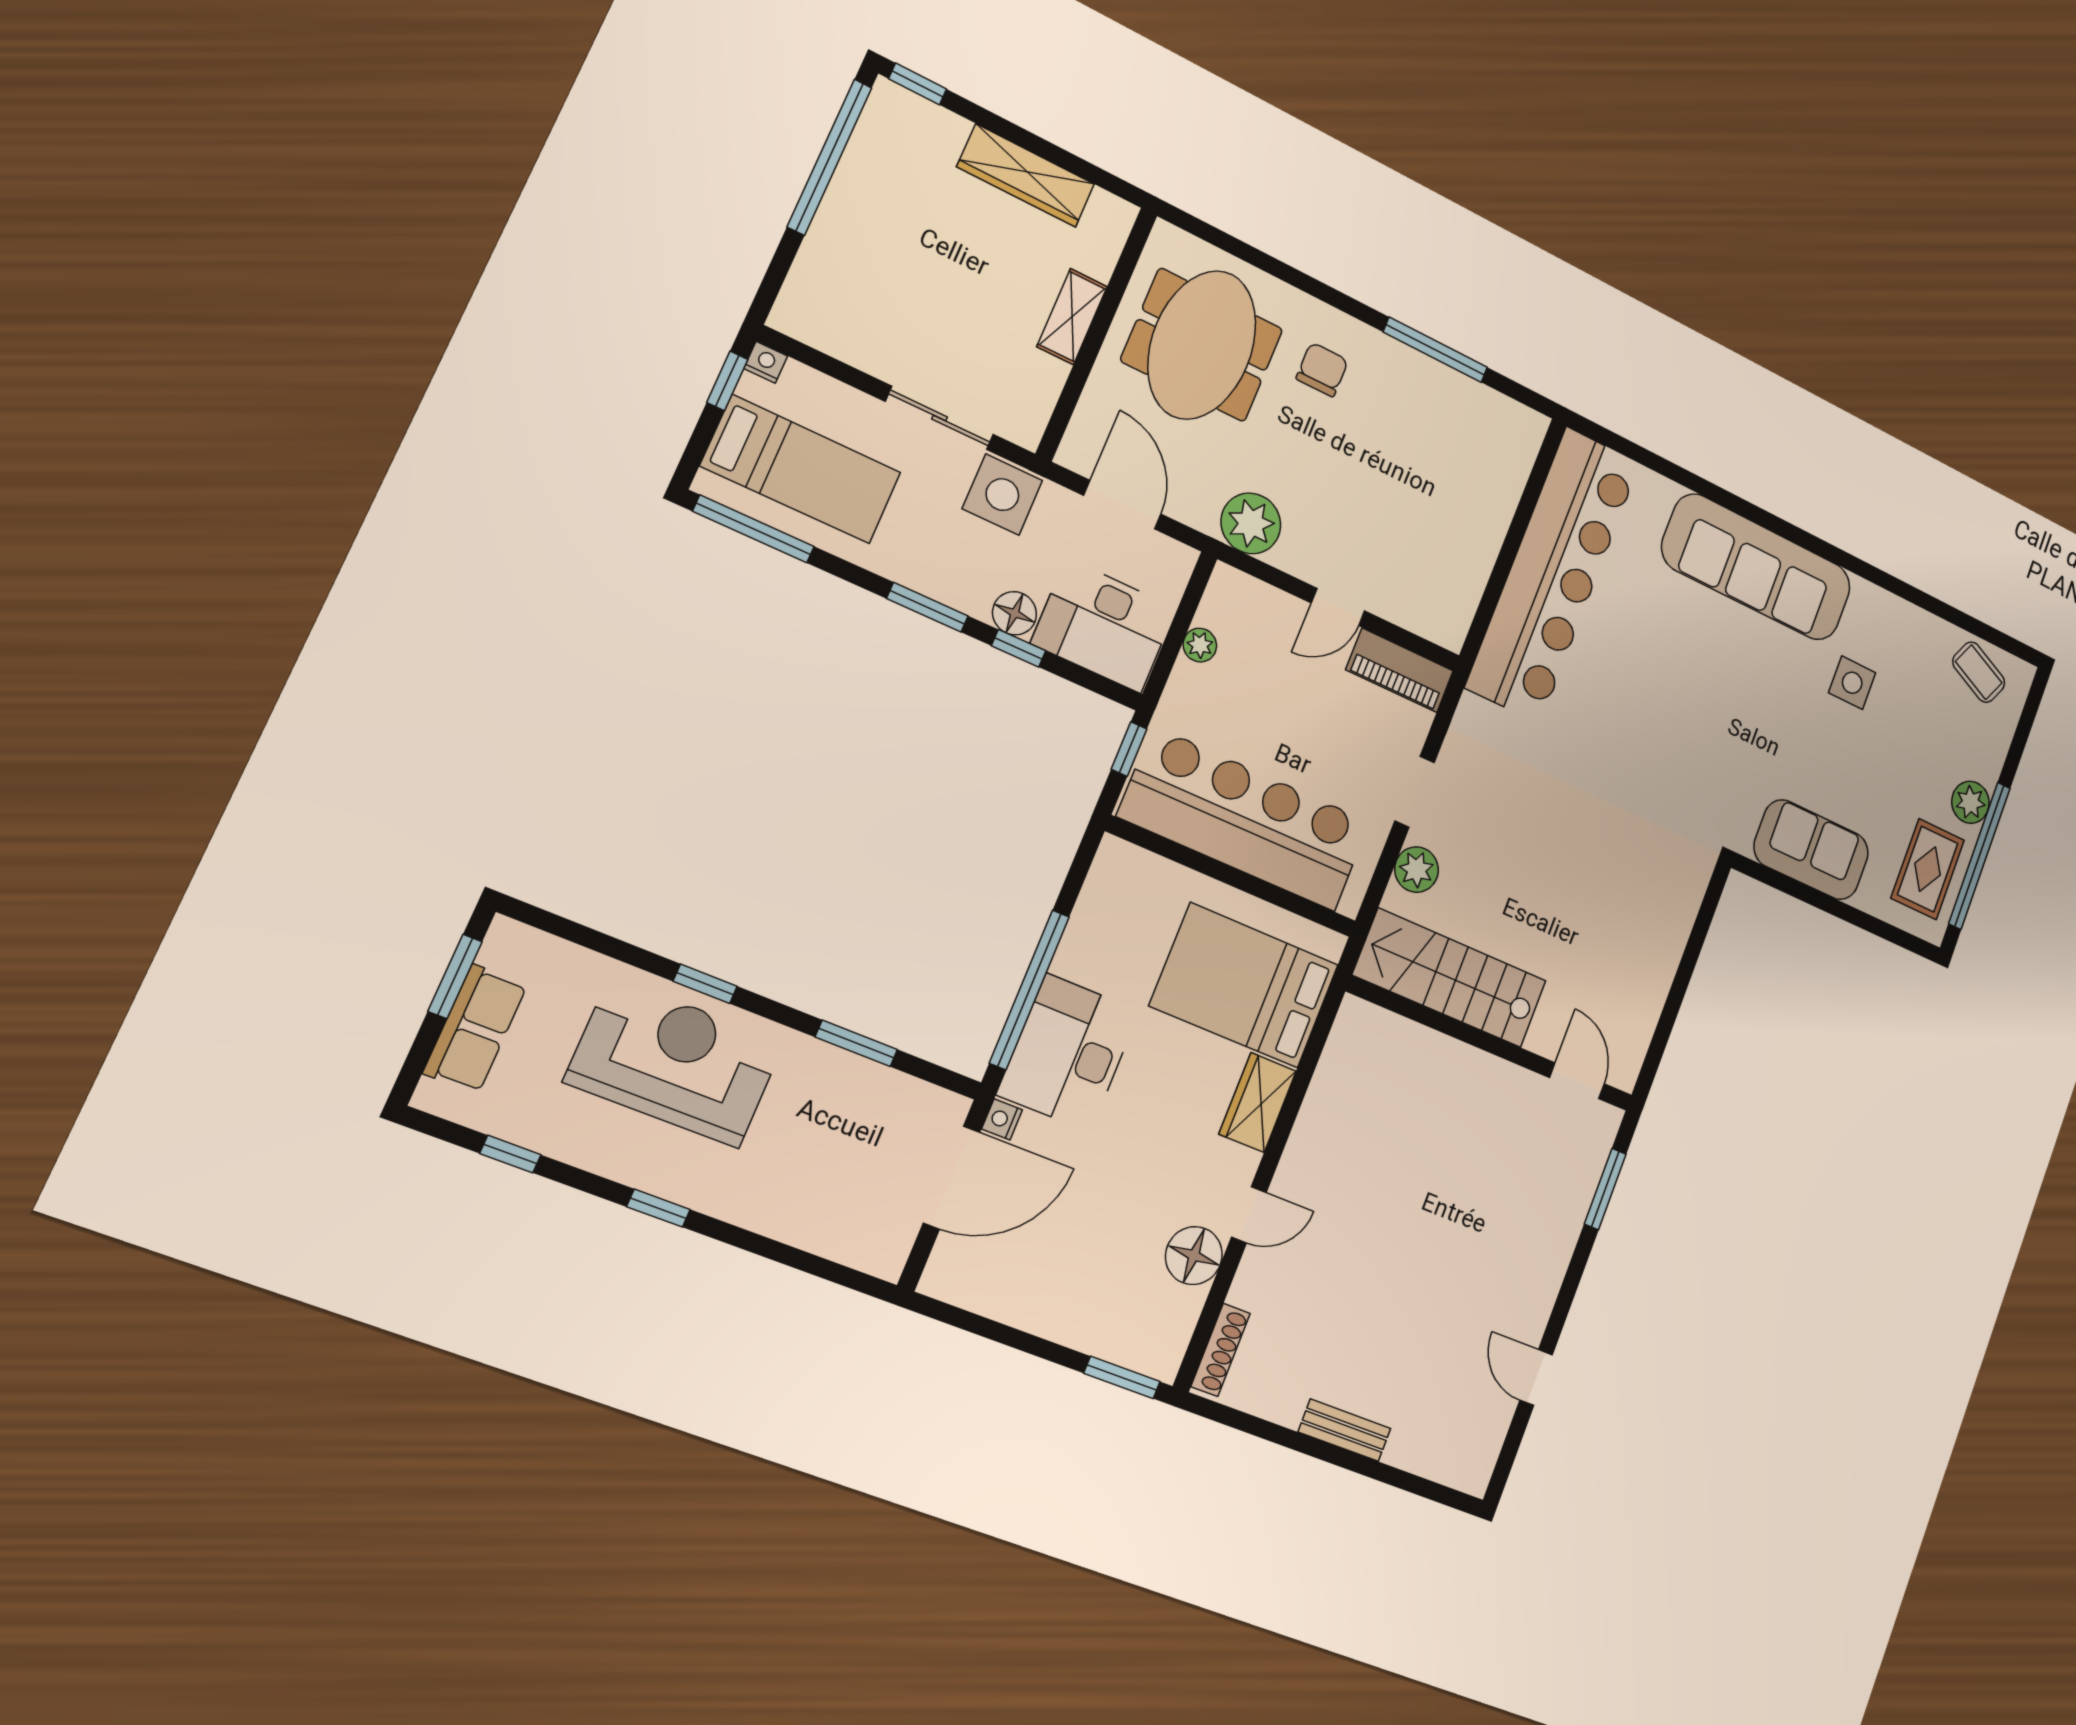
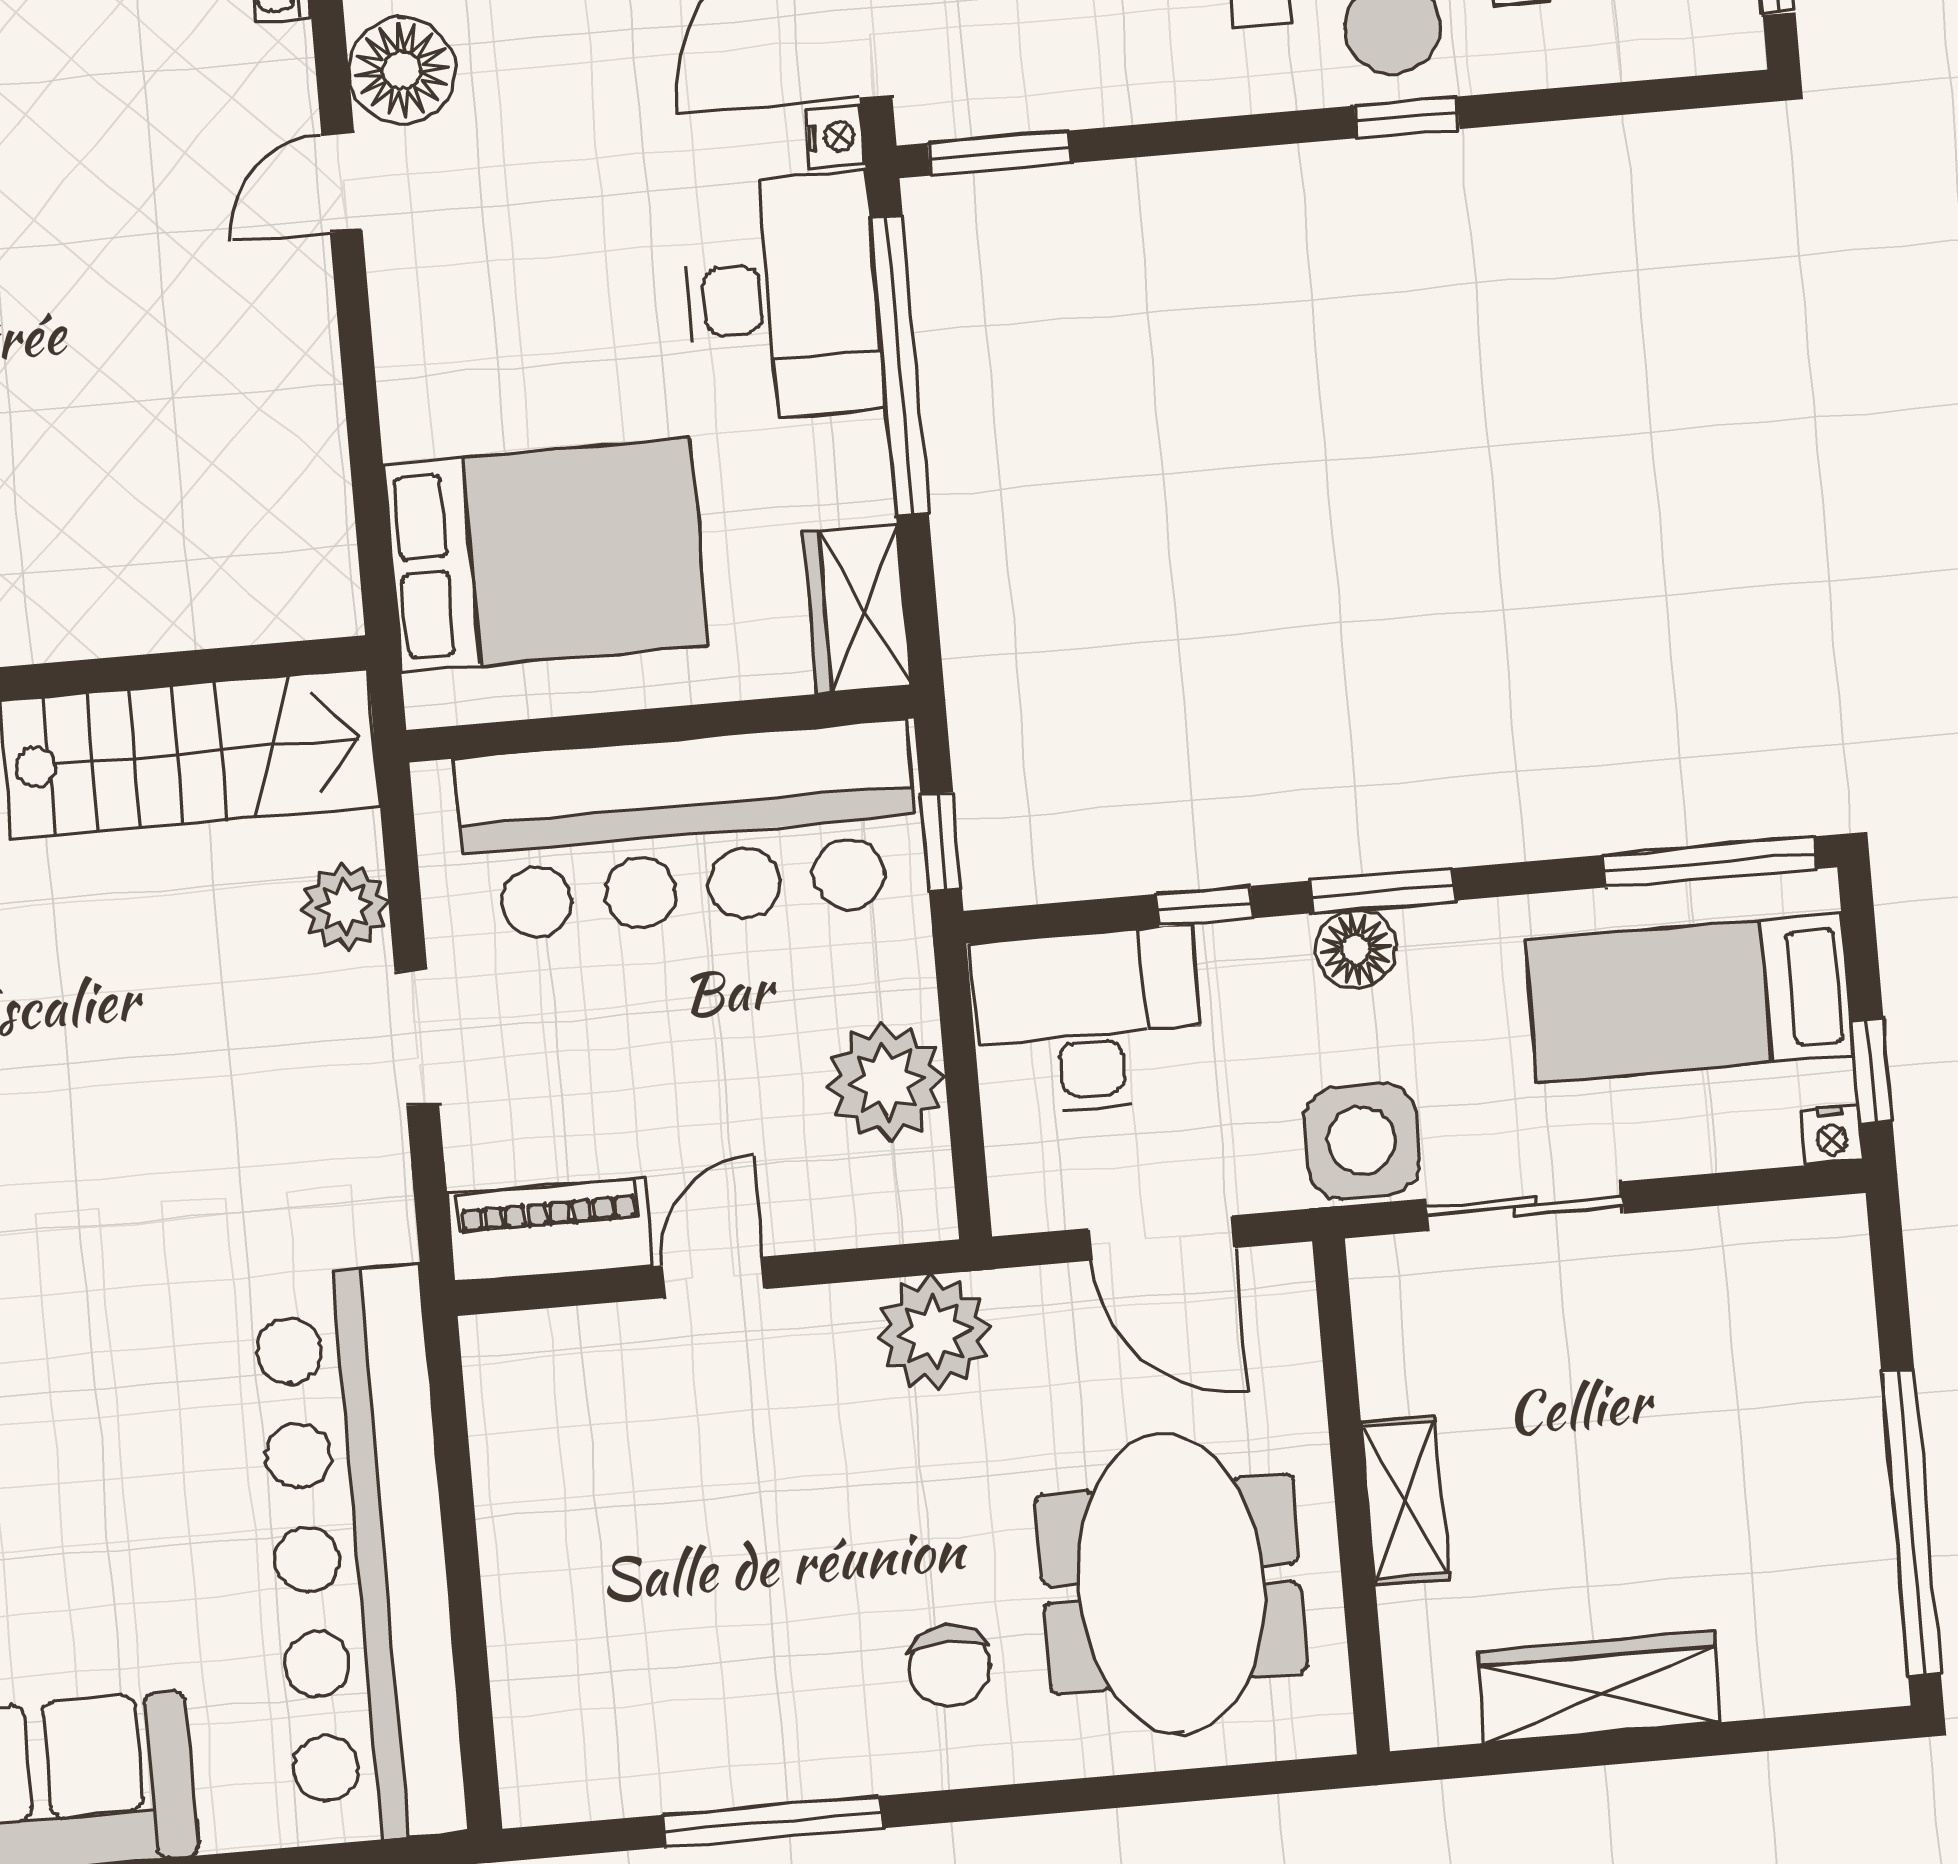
window: (918, 84) -> (1843, 1728), removed
floor lamp: (1015, 613) -> (1356, 949), moved
plant: (1200, 645) -> (886, 1081), width x1.88, depth x1.88
window: (856, 1043) -> (999, 153), moved
wardrobe: (1258, 1102) -> (857, 609), moved, turned 180

